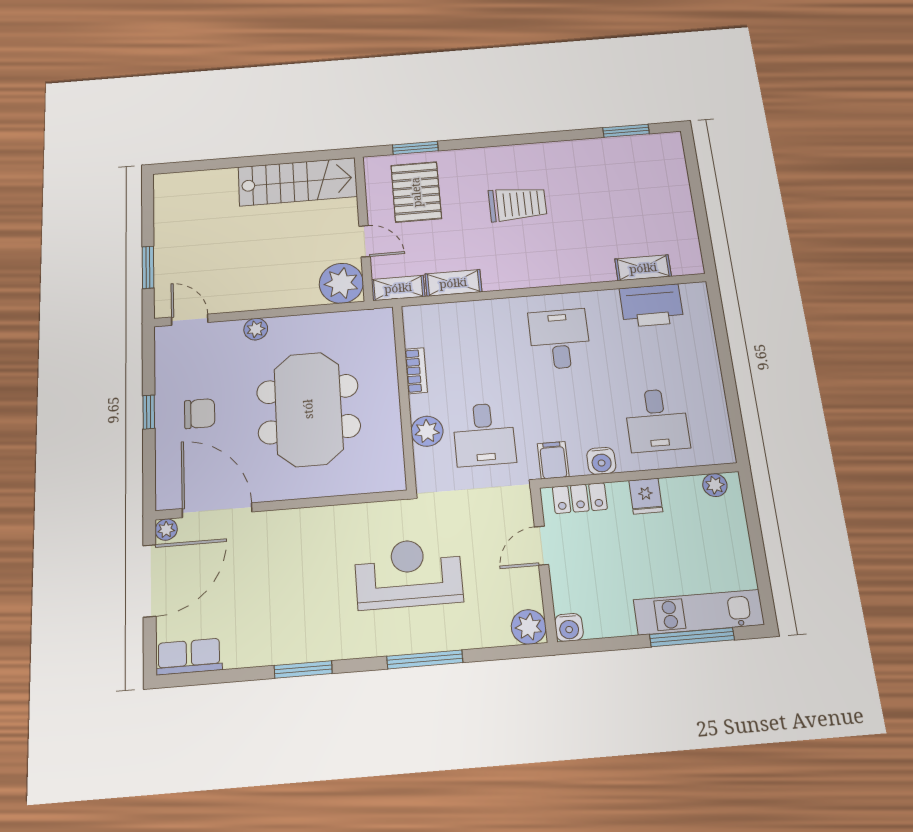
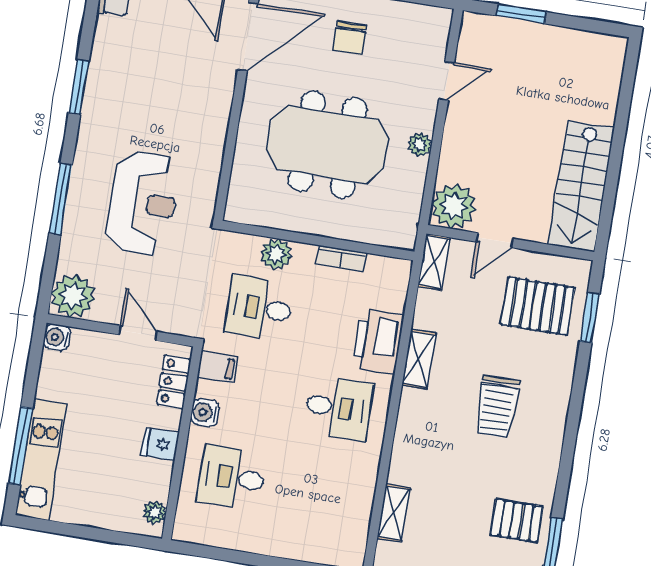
pallet: (616, 164) -> (517, 521), added
shelving: (453, 283) -> (419, 359), moved
printer: (651, 305) -> (378, 341), moved
door: (190, 320) -> (447, 81), moved
plant: (256, 329) -> (420, 144), moved
plant: (529, 627) -> (73, 296), width x1.36, depth x1.36

